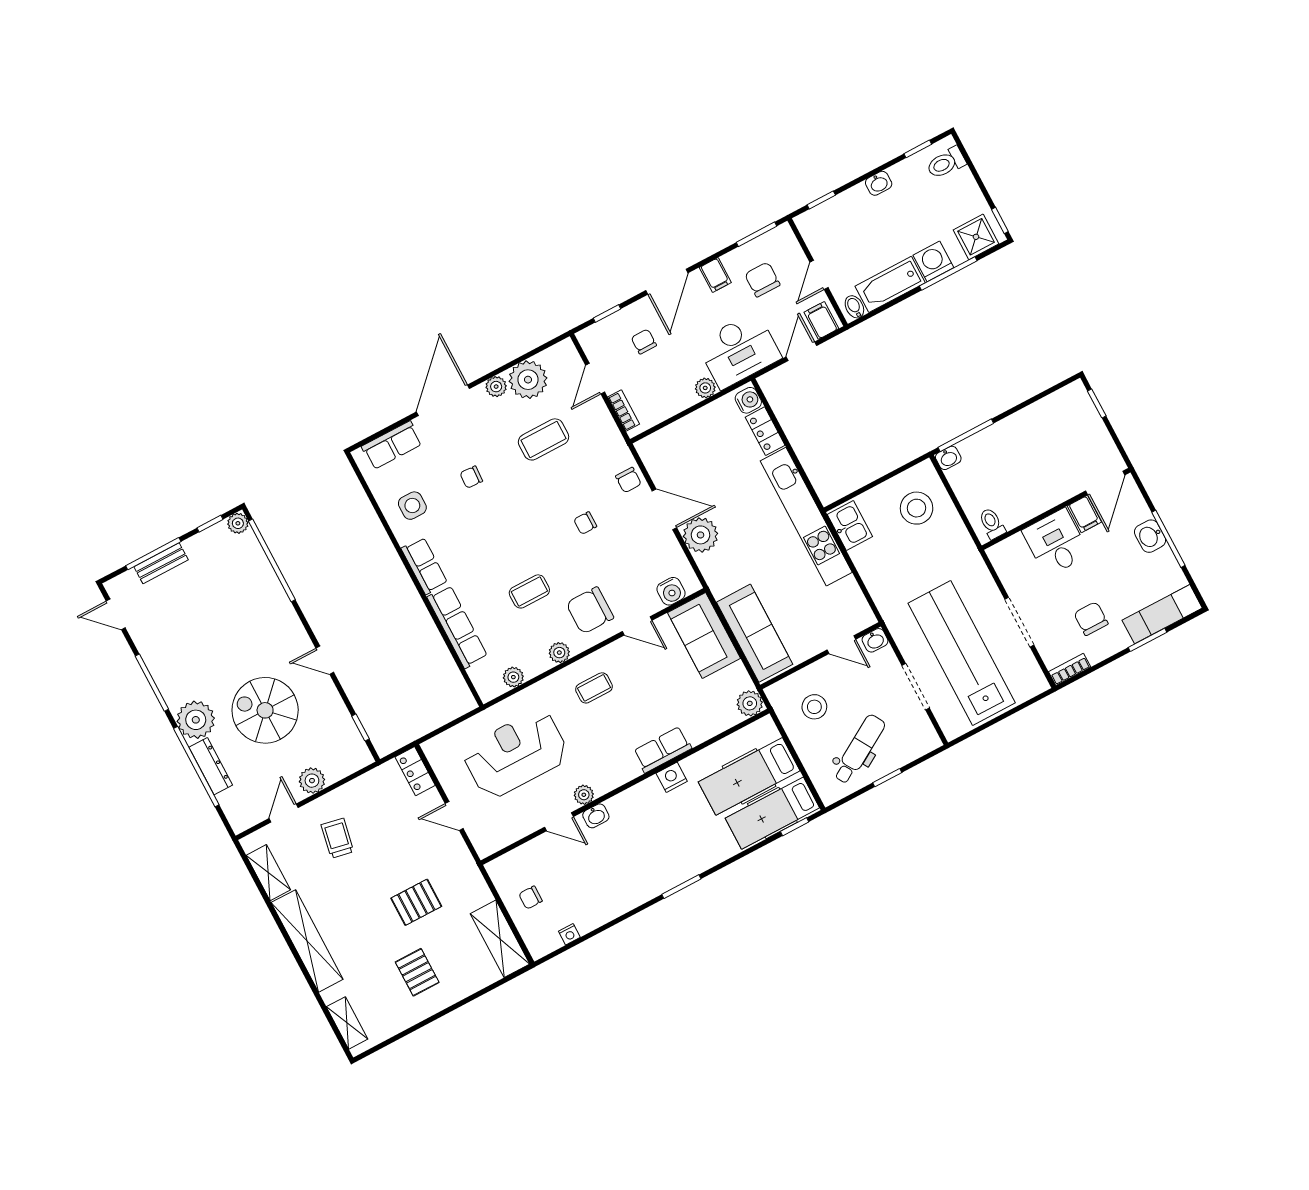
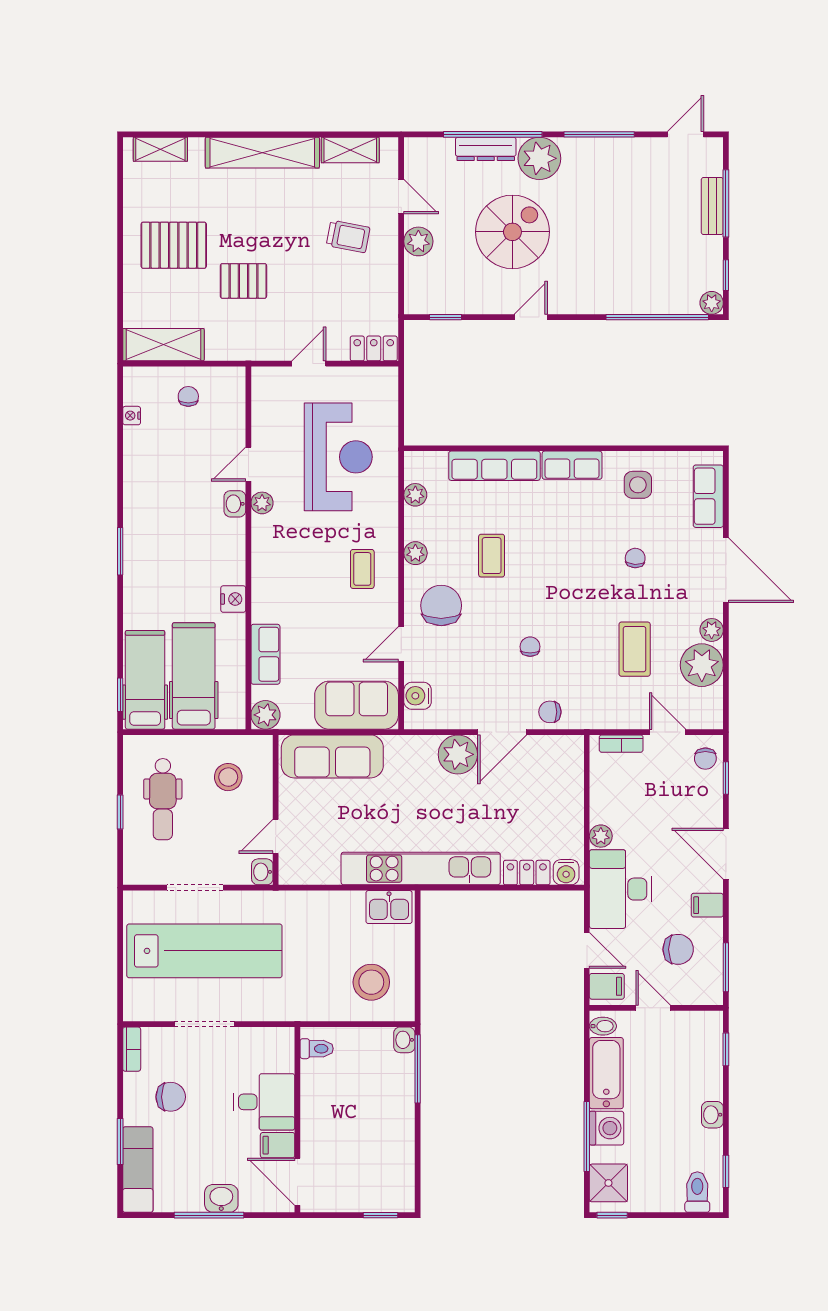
chair: (644, 342) -> (705, 759), moved, turned 90
dental chair: (859, 749) -> (163, 799), turned 31
row of seats: (662, 750) -> (265, 654), moved
pallet: (416, 902) -> (243, 281), turned 90
pallet: (417, 972) -> (174, 245), width x1.50, depth x1.42

